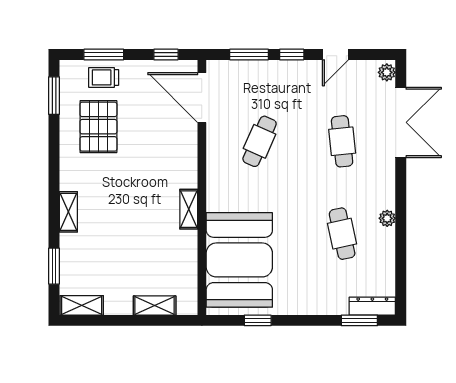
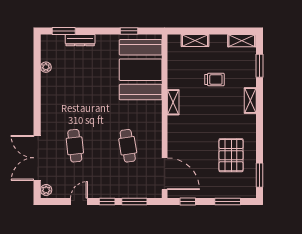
trolley: (104, 77) -> (215, 79), moved
cafe table: (260, 141) -> (128, 146), turned -33
plant: (387, 218) -> (46, 67), moved
cafe table: (342, 234) -> (75, 87), removed
dresser: (372, 306) -> (80, 40), moved

